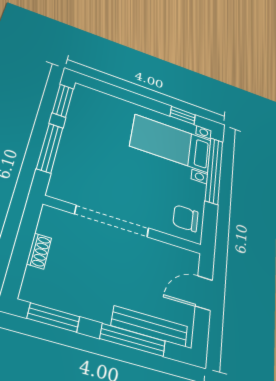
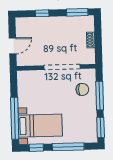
window: (128, 96) -> (68, 147), added
chair: (185, 218) -> (82, 89), moved
bench: (150, 326) -> (36, 22), removed
window: (133, 340) -> (42, 13), width x0.46

